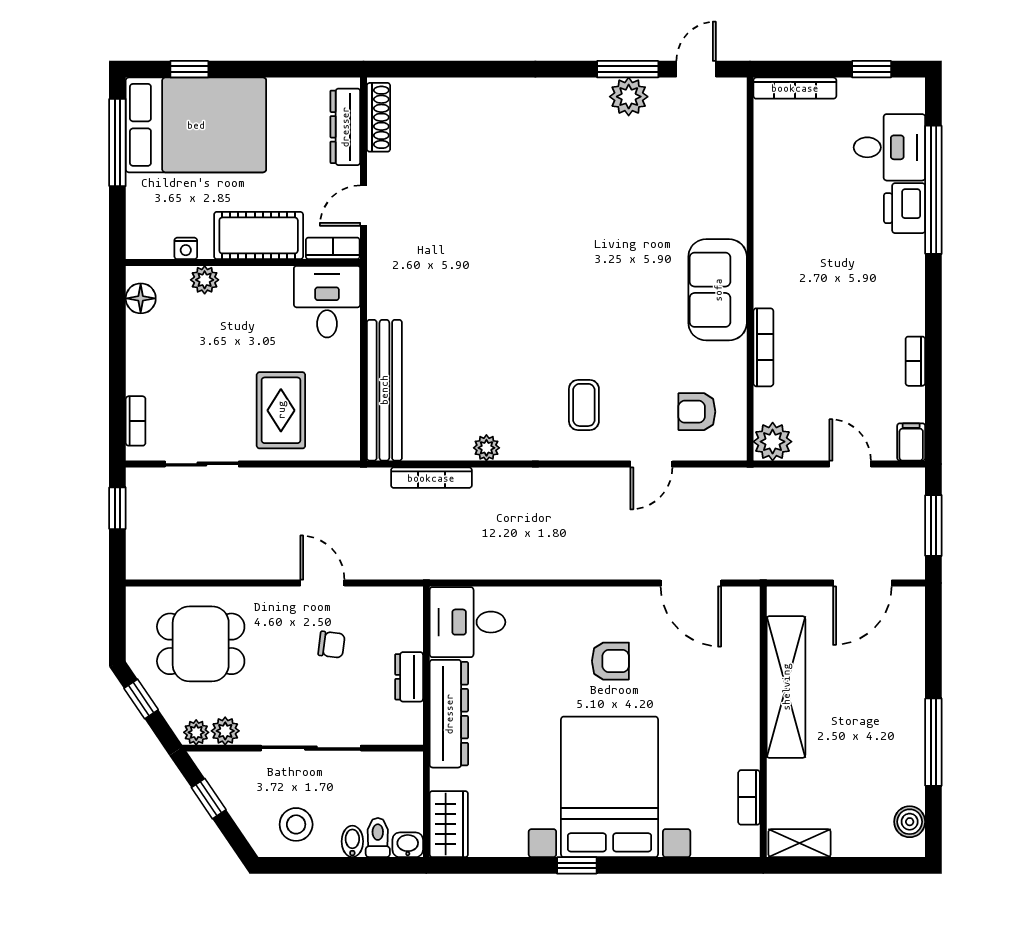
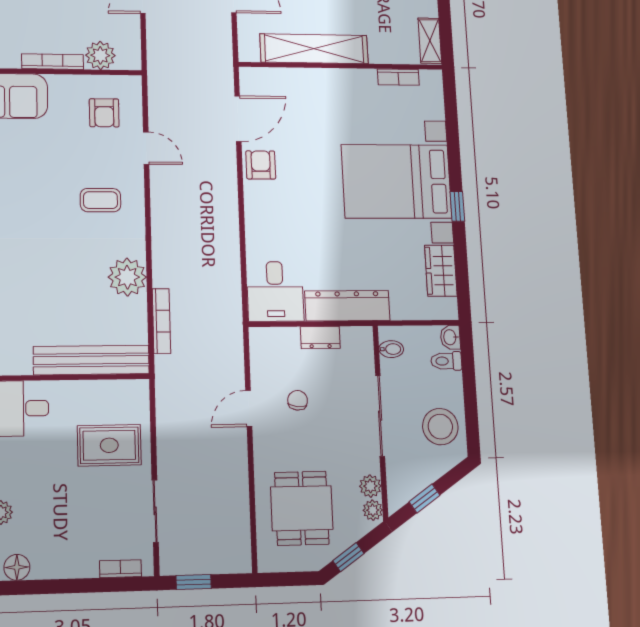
plant: (773, 442) -> (100, 55), moved
plant: (486, 448) -> (127, 277), width x1.88, depth x1.88
armchair: (610, 661) -> (261, 165), moved
stool: (296, 824) -> (440, 427), width x1.38, depth x1.38
wardrobe: (449, 824) -> (441, 271), moved, turned -90
bidet: (352, 841) -> (391, 349), moved, turned 180

